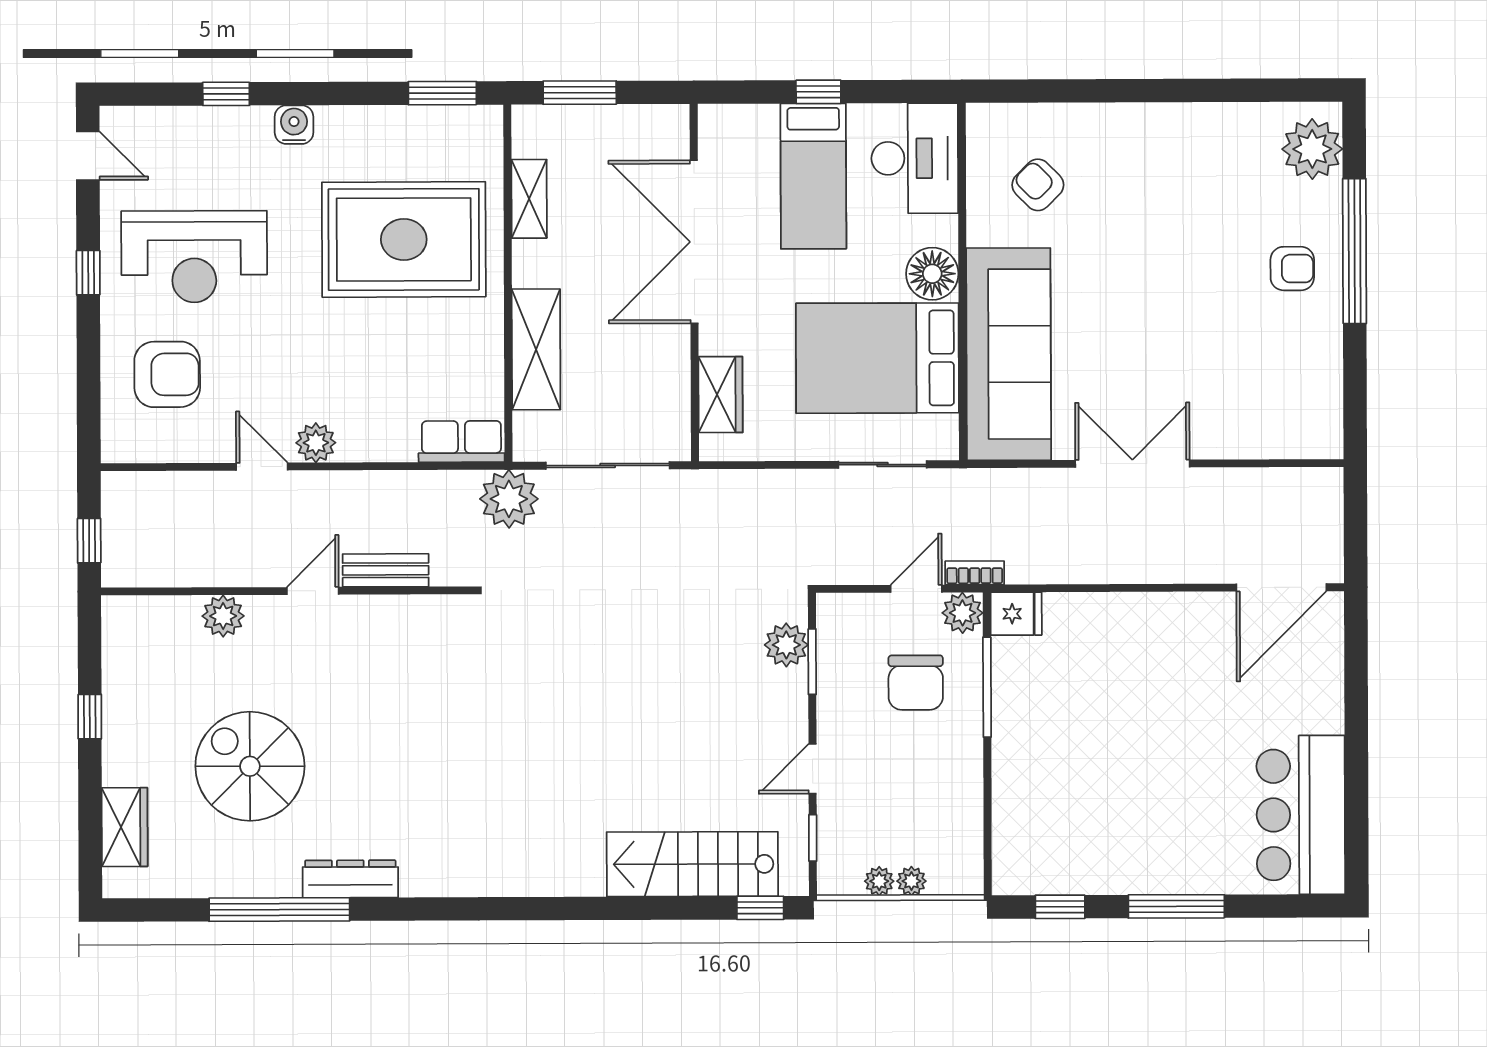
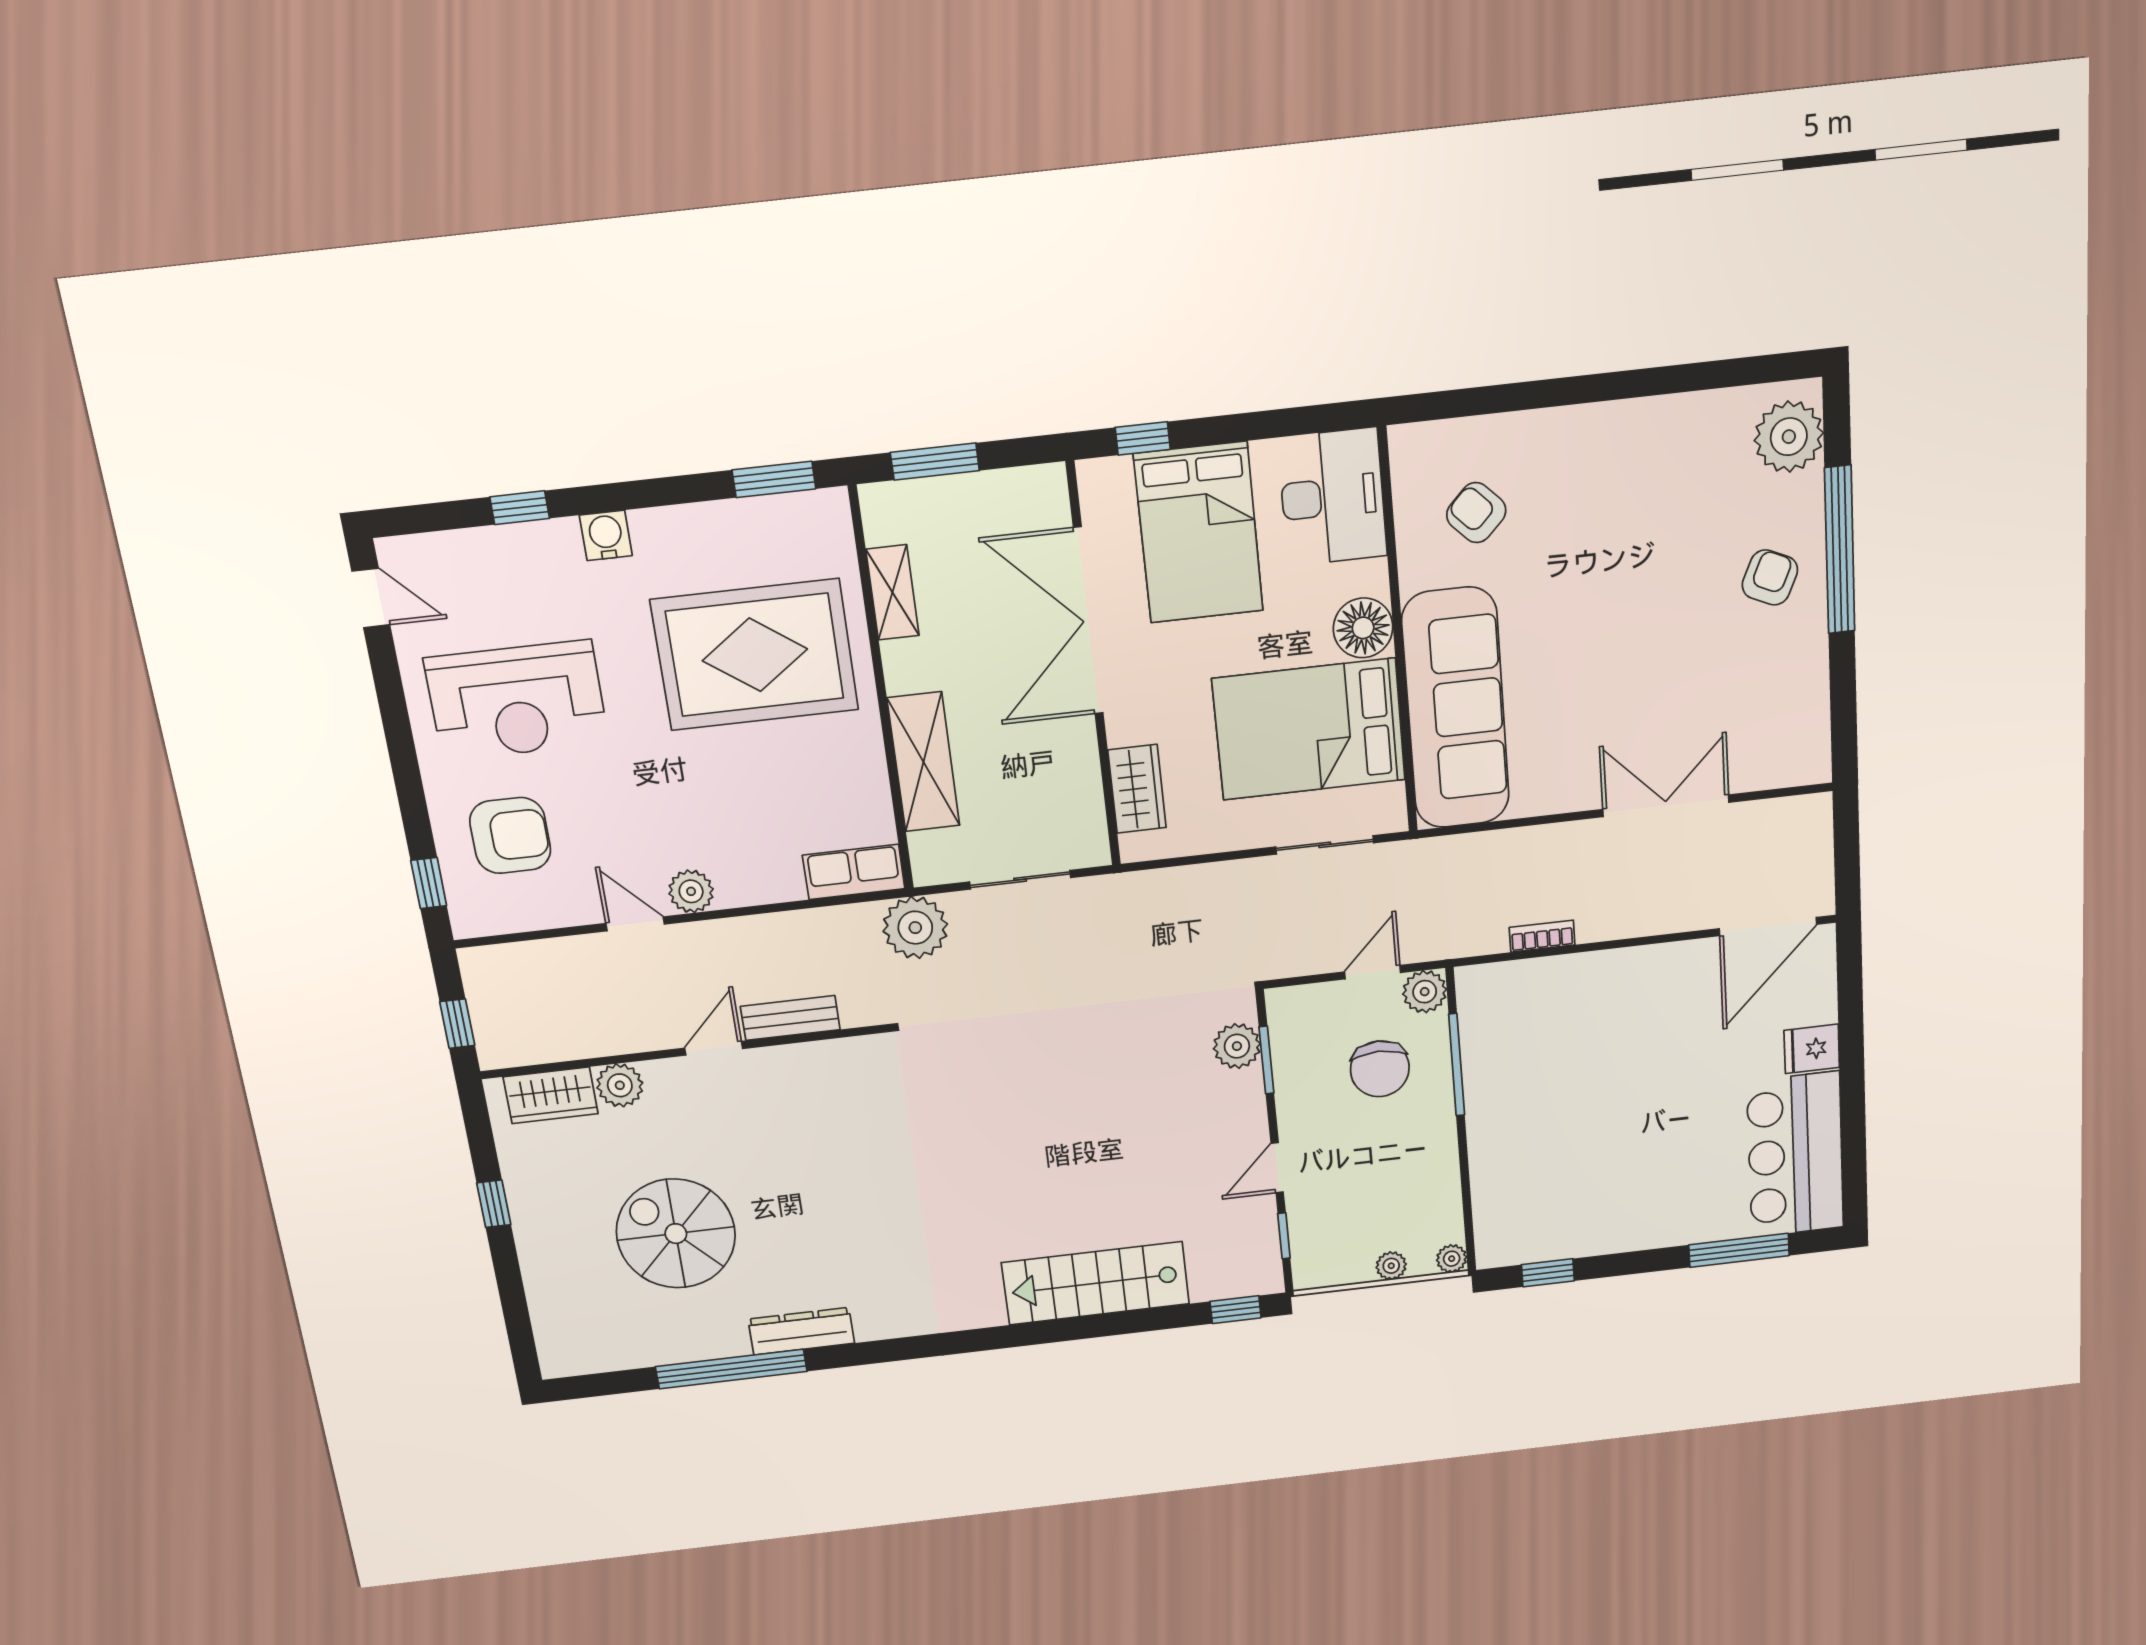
window: (818, 92) -> (1143, 438), moved
bed: (813, 176) -> (1199, 533), width x1.50
armchair: (1292, 269) -> (1770, 578), turned -66
window: (88, 273) -> (429, 883), moved
double door: (1132, 464) -> (1666, 806), moved
sliding door: (608, 465) -> (1020, 880), width x0.73
bookcase: (975, 573) -> (1542, 936), moved
fridge: (1016, 614) -> (1812, 1049), moved, turned 180
wardrobe: (125, 827) -> (551, 1095), moved, turned 90
stairs: (692, 864) -> (1096, 1283), moved
plant: (879, 881) -> (1452, 1259), moved
window: (1176, 906) -> (1739, 1250), moved

